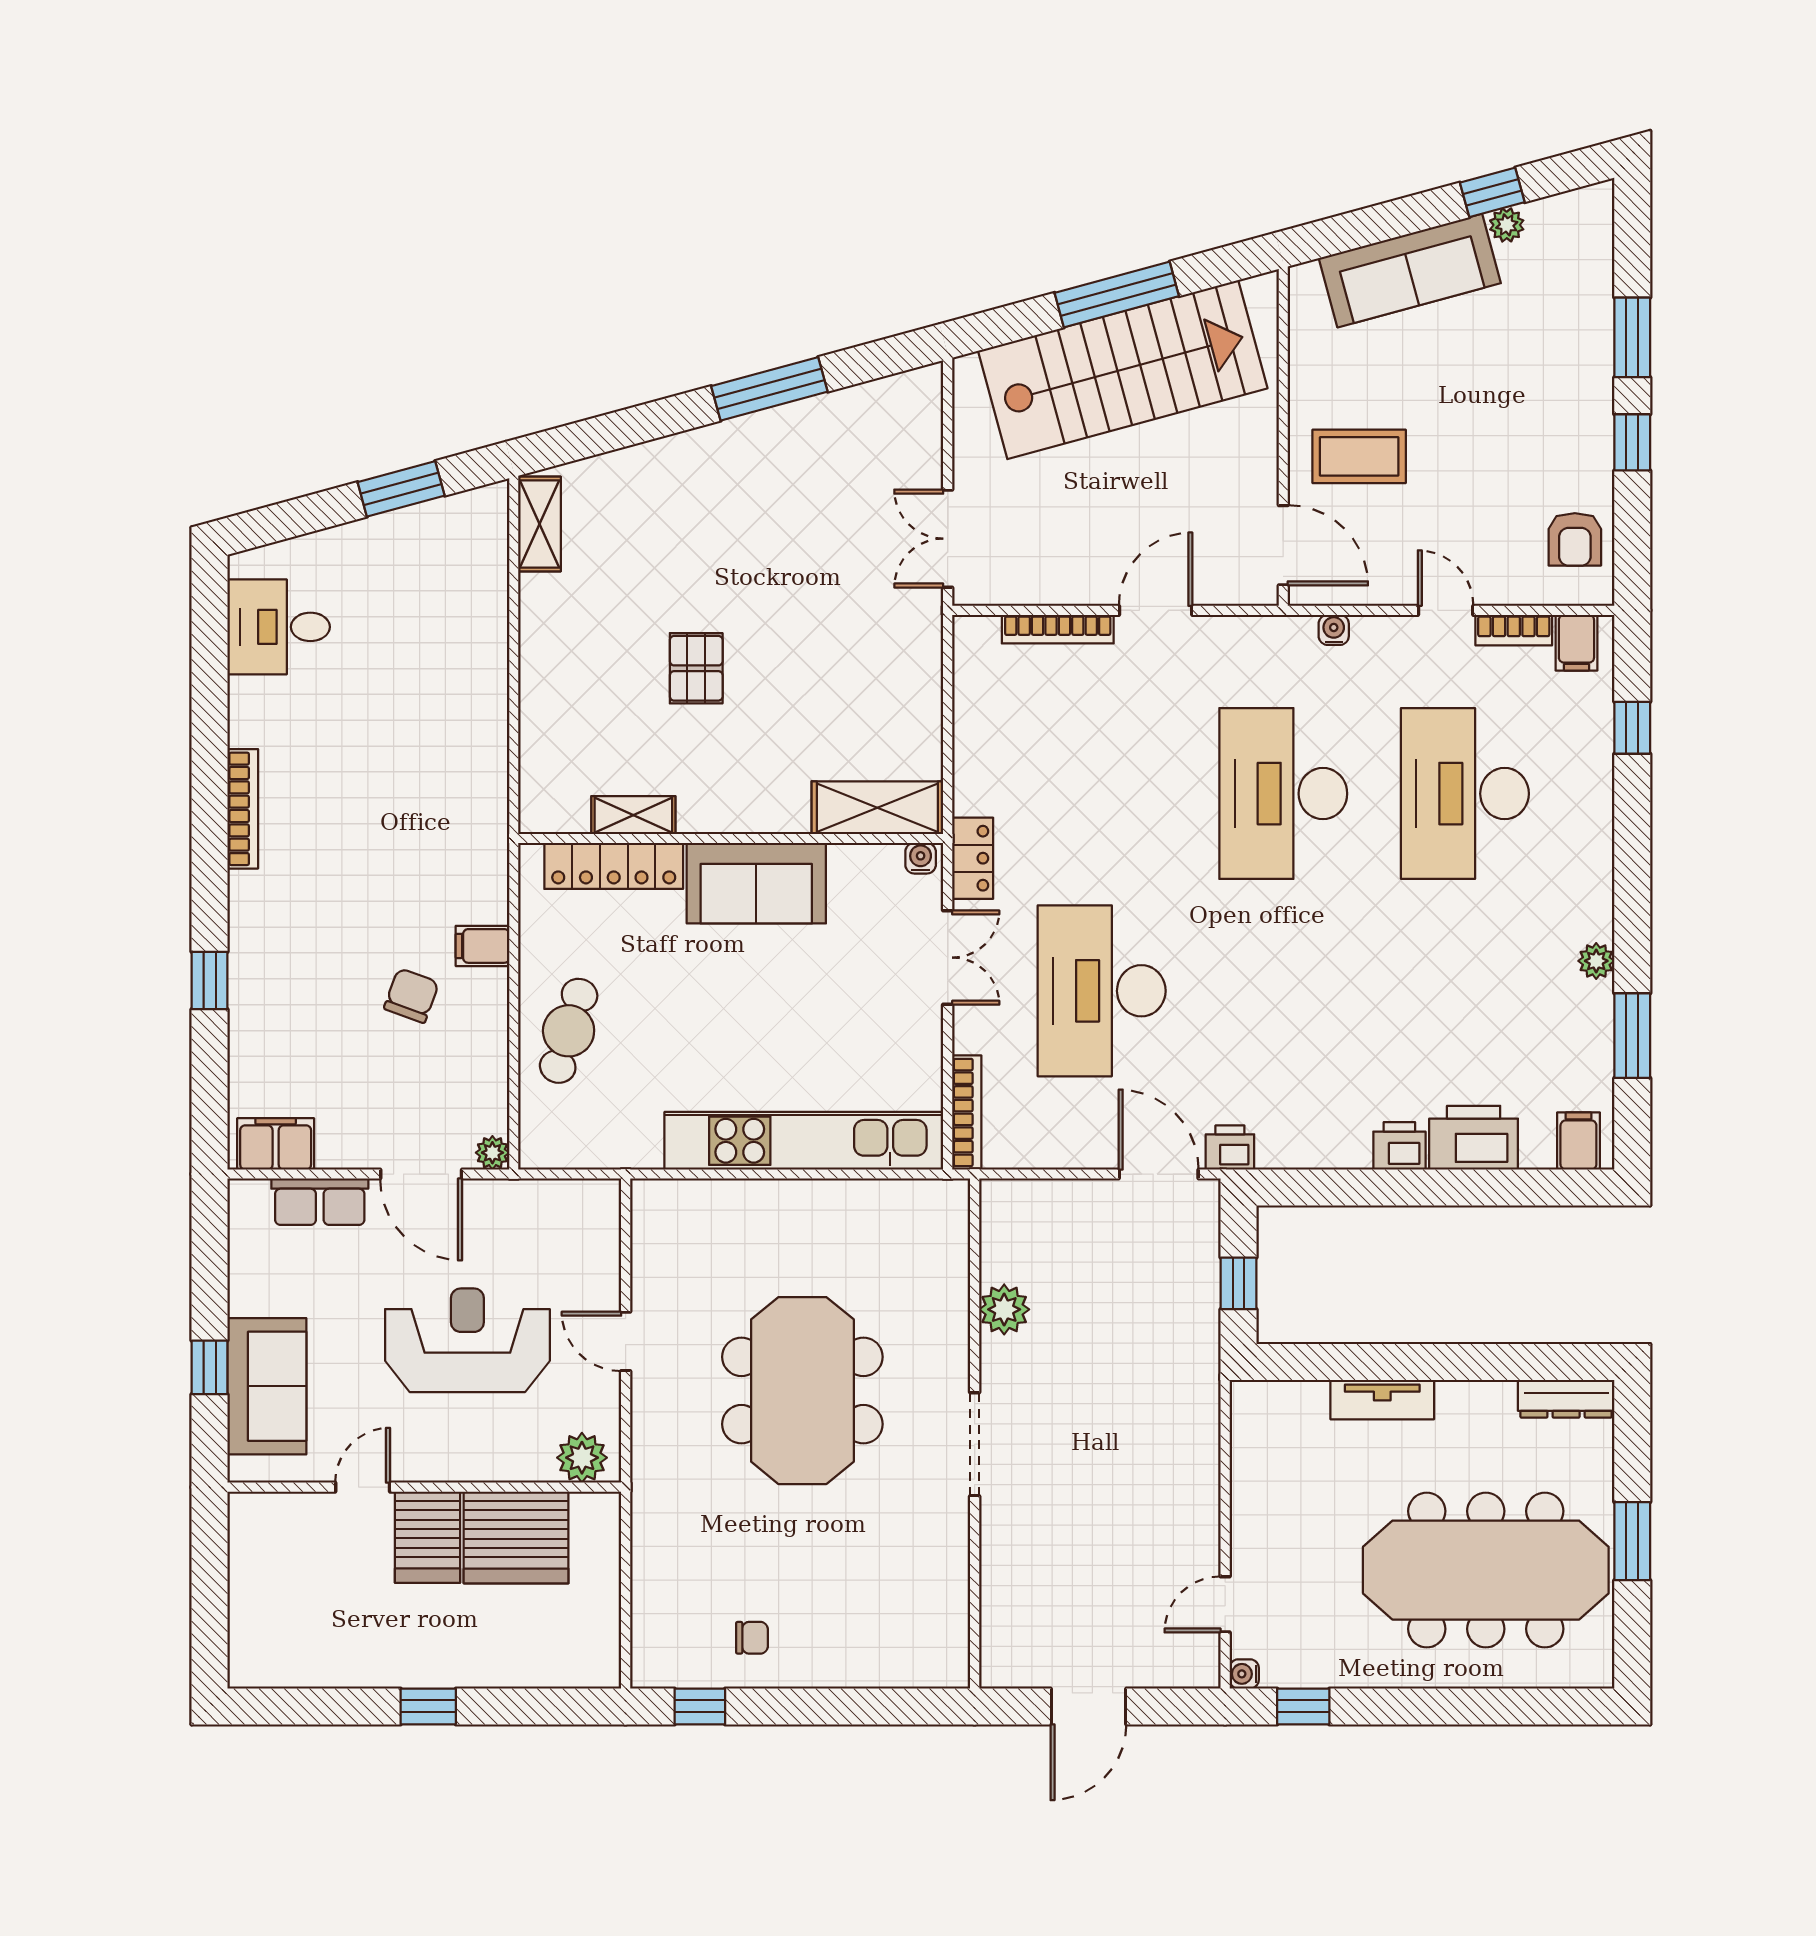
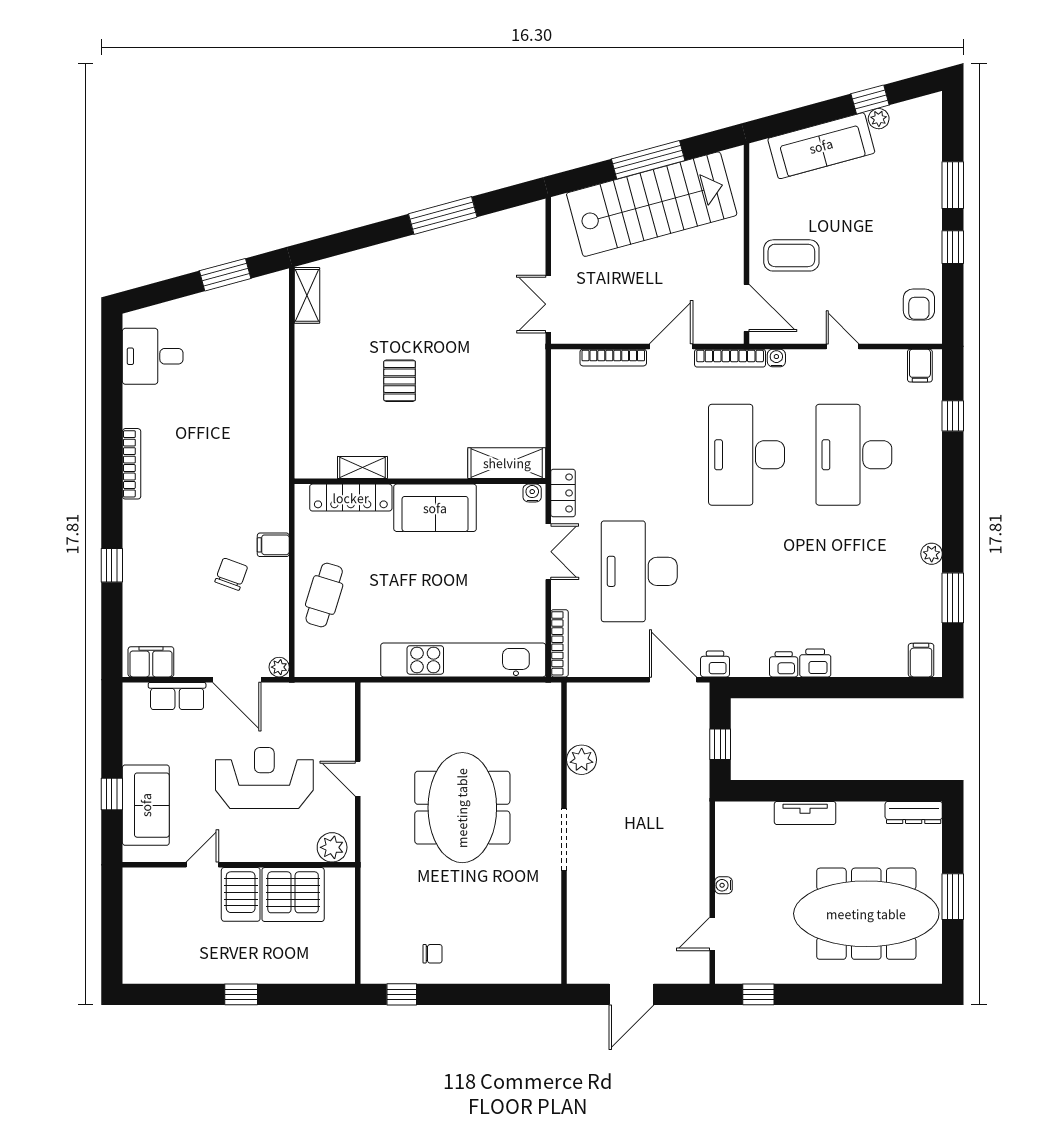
bookcase: (1514, 630) -> (730, 358), moved, width x1.56
printer: (1474, 1138) -> (784, 664), moved, width x0.53, depth x0.68
water cooler: (1244, 1674) -> (723, 885), moved

